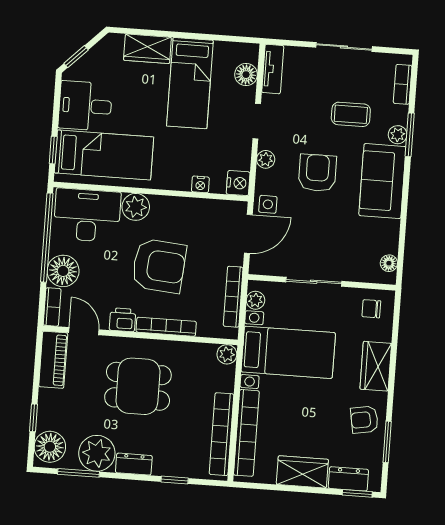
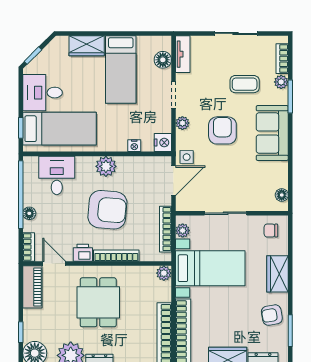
plant: (398, 135) -> (281, 82), moved
plant: (136, 207) -> (106, 166), moved
desk: (87, 215) -> (57, 175), width x0.73
floor lamp: (63, 271) -> (29, 213), width x0.53, depth x0.53
dining table: (138, 386) -> (98, 302), turned 90

